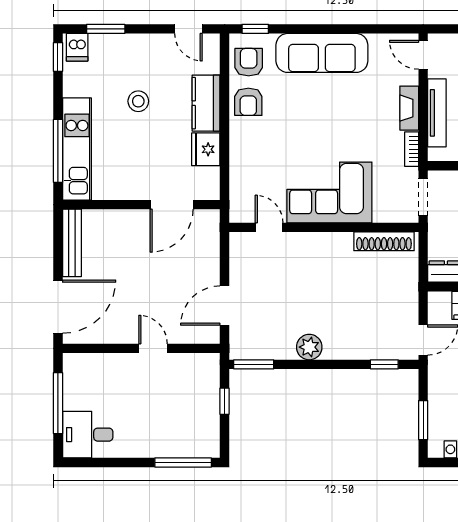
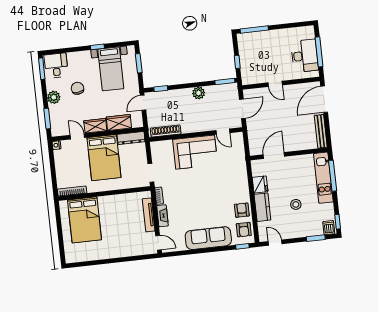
corner sofa: (329, 192) -> (195, 152), moved
door: (269, 227) -> (223, 132), moved
wall: (324, 227) -> (196, 135), moved
shoe rack: (384, 241) -> (166, 131), moved
desk: (88, 435) -> (305, 56), moved, width x1.37

